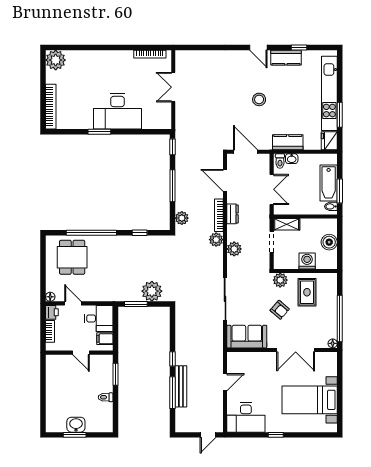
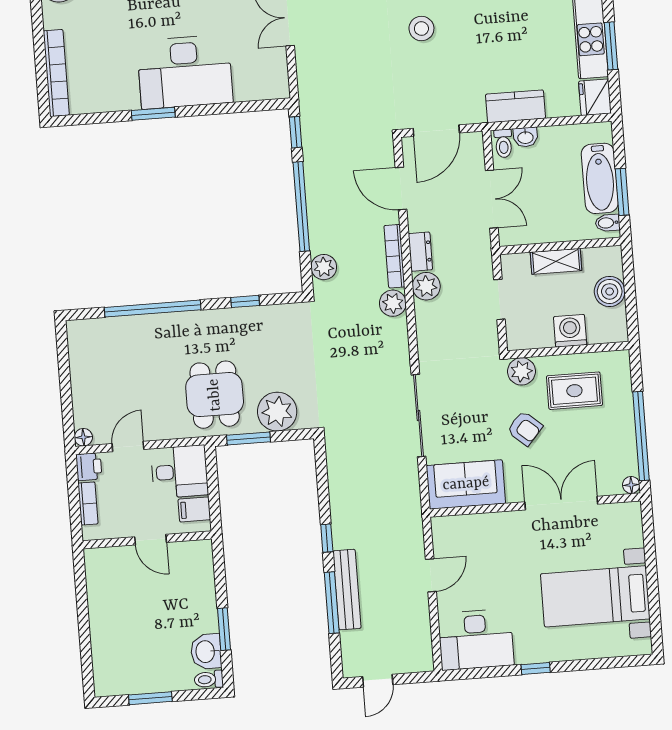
stool: (259, 99) -> (421, 29), moved
door: (246, 152) -> (436, 131), swing flipped
window: (173, 186) -> (301, 207), width x1.46
shelving: (287, 224) -> (556, 261), moved
plant: (234, 249) -> (426, 286), moved
dining table: (72, 257) -> (215, 395), moved
rug: (307, 292) -> (574, 391), turned 90
door: (73, 303) -> (128, 446), hinge flipped
double door: (296, 350) -> (561, 503), swing flipped
window: (116, 374) -> (224, 629), moved
toilet: (106, 397) -> (209, 679), moved
washbasin: (76, 425) -> (206, 652), moved, turned -90
door: (208, 435) -> (378, 681), moved

